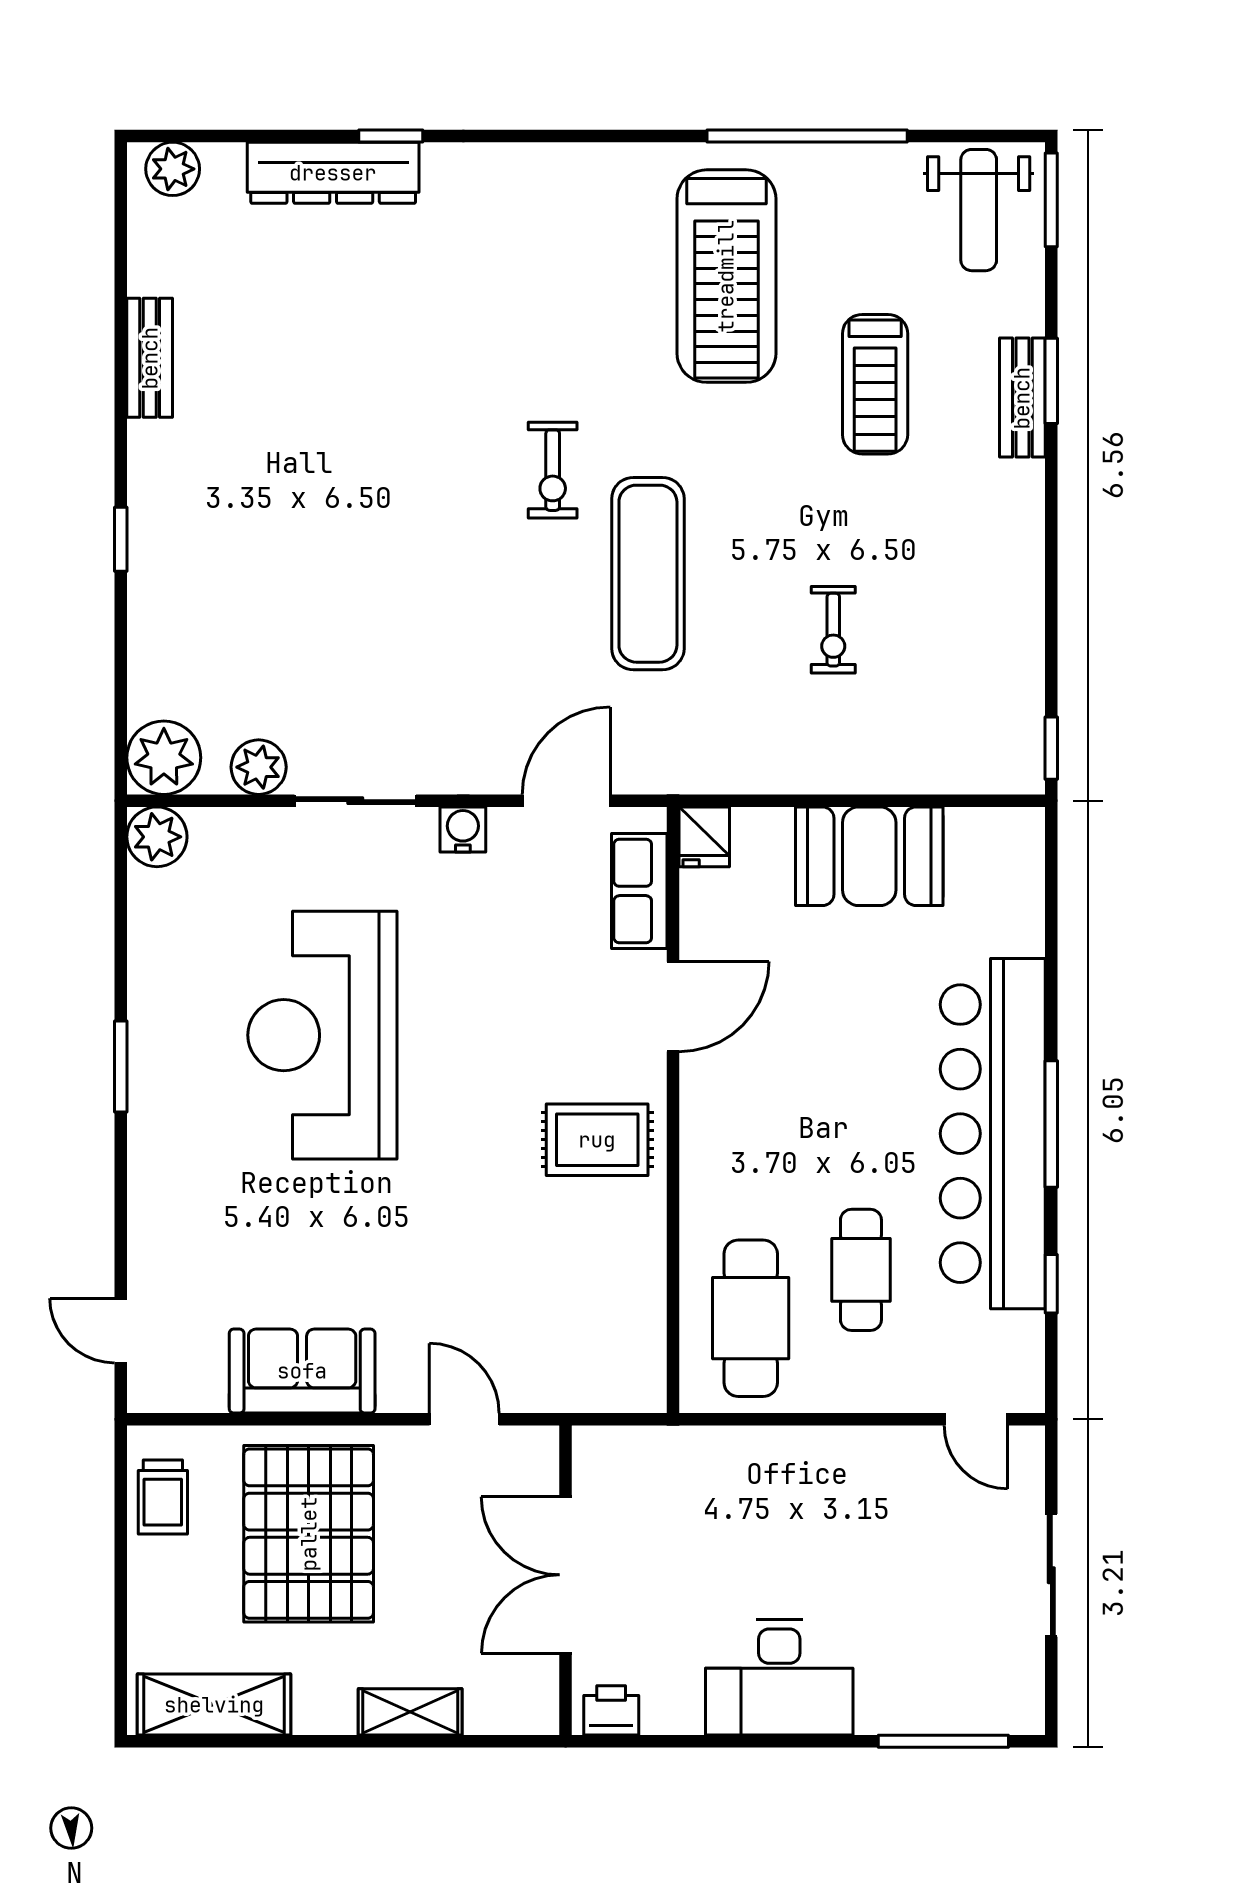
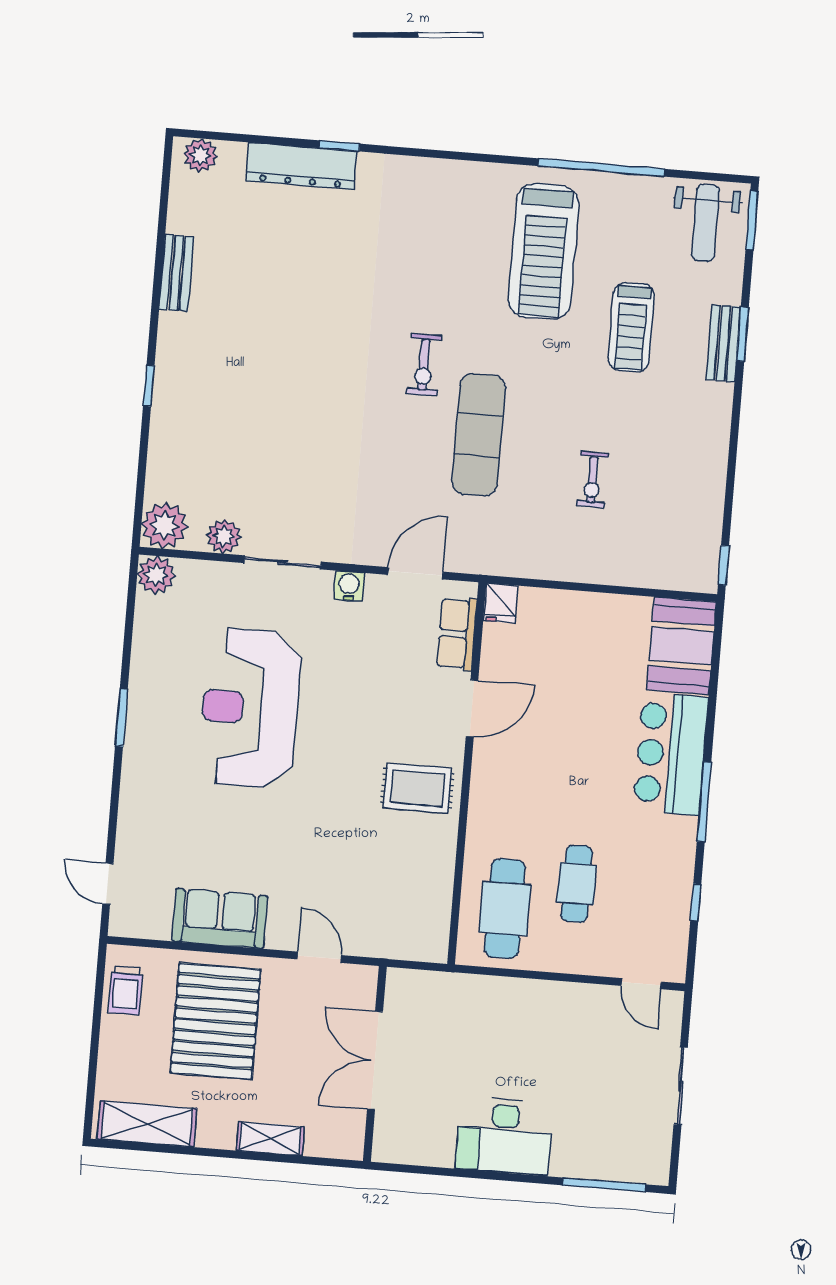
booth: (869, 856) -> (682, 646), moved, turned 90
bar counter: (993, 1134) -> (671, 754), width x0.54
printer: (611, 1710) -> (397, 1148), removed

